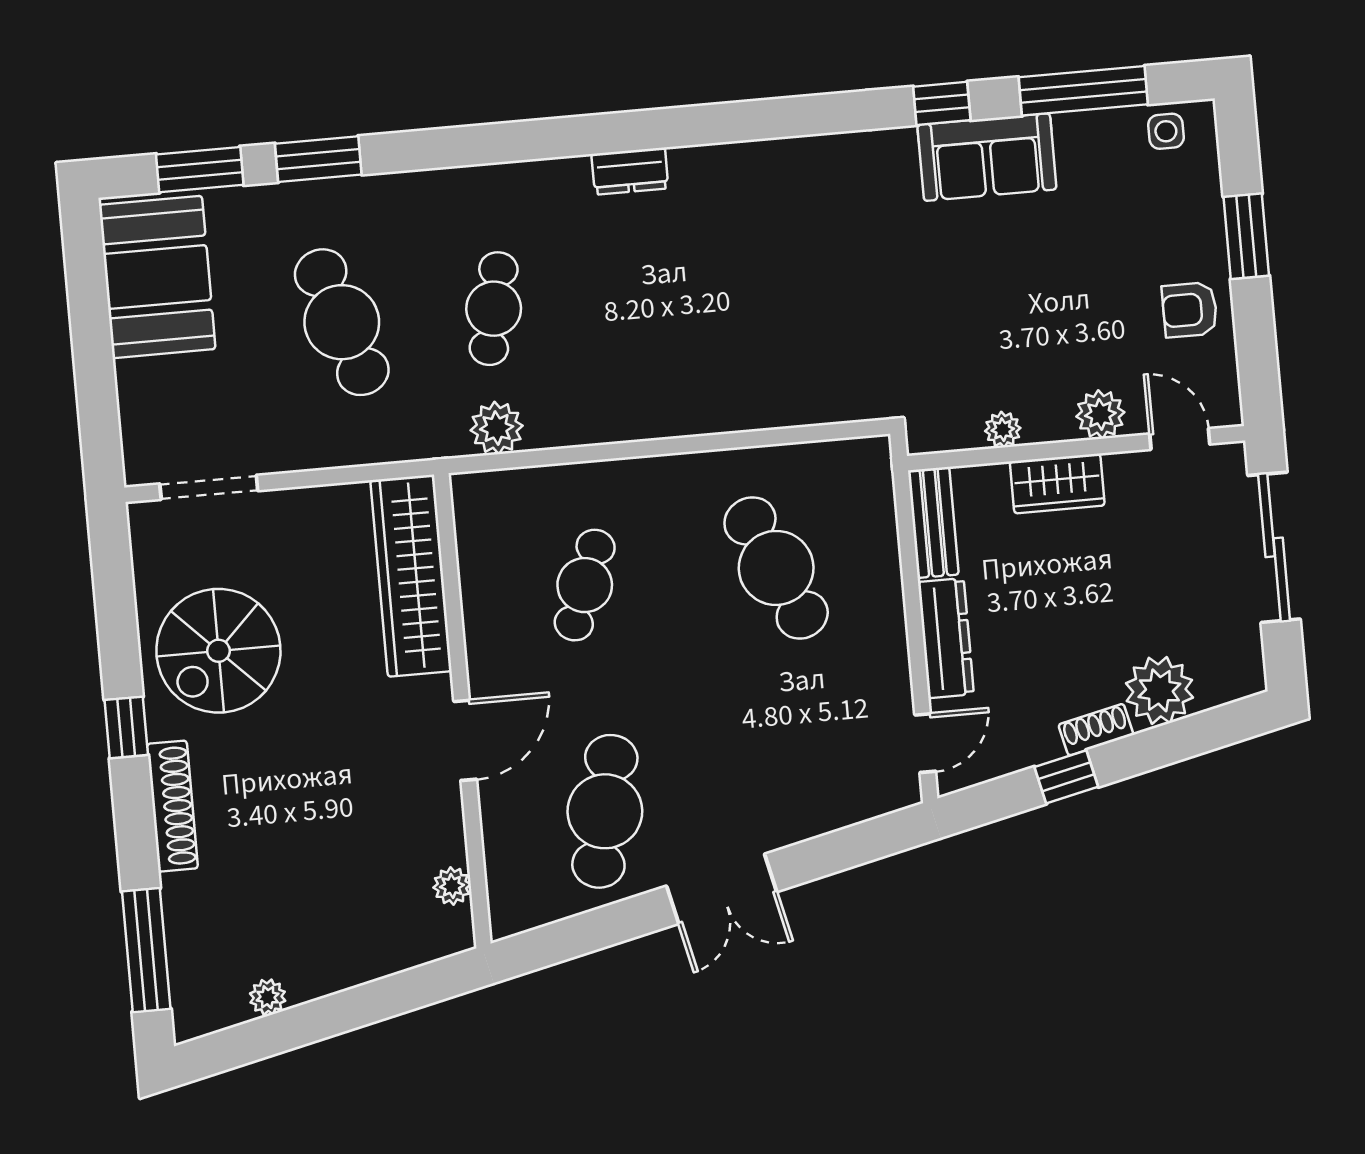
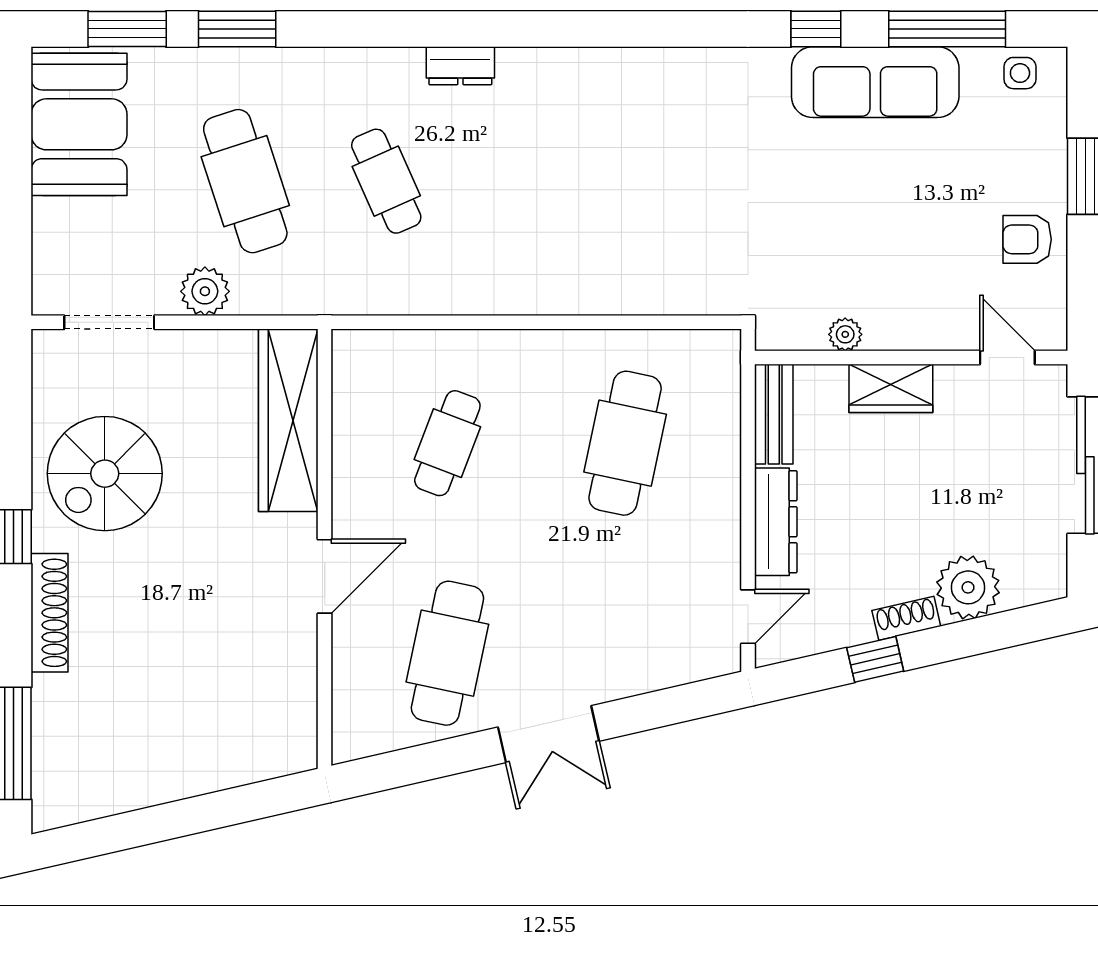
sofa: (987, 157) -> (875, 82), width x1.36
dresser: (630, 171) -> (460, 66), moved
cafe table: (494, 309) -> (386, 181), turned -36
plant: (1100, 414) -> (936, 328), removed
plant: (497, 428) -> (205, 291), moved
cafe table: (776, 568) -> (625, 443), turned 36
plant: (452, 886) -> (300, 709), removed
plant: (268, 997) -> (122, 797), removed

